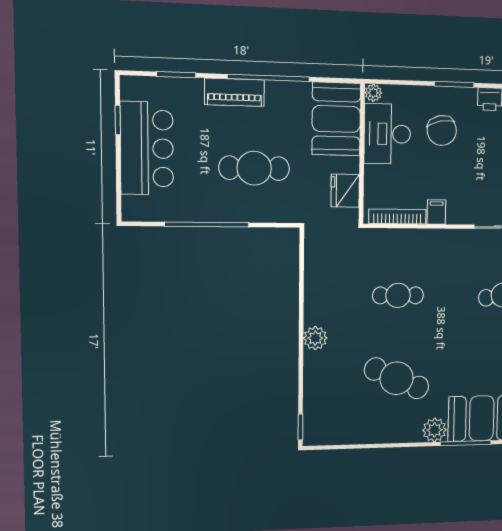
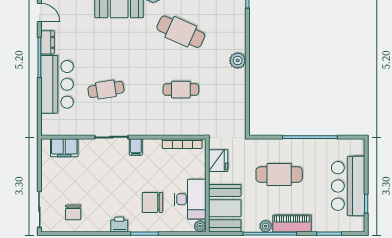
plant: (275, 90) -> (266, 226), added
chair: (442, 130) -> (152, 202), turned -78
filing cabinet: (436, 212) -> (136, 147), moved

